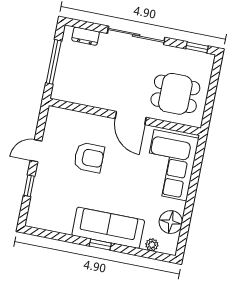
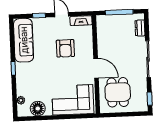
door: (131, 118) -> (96, 68), swing flipped
fireplace: (52, 123) -> (81, 21), added
sofa: (108, 228) -> (24, 40), moved

